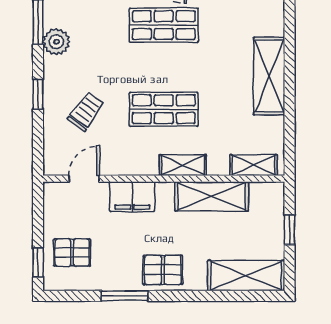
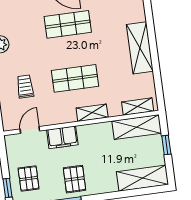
trolley: (86, 111) -> (25, 87), turned -36
shelving: (212, 196) -> (137, 127), moved
pallet: (72, 253) -> (29, 178), turned 90
pallet: (163, 270) -> (74, 179), moved, turned 90

